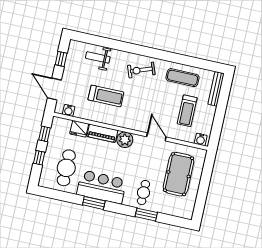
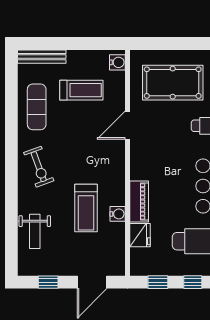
treadmill: (106, 96) -> (86, 208), turned 180
water cooler: (69, 110) -> (118, 214), moved
plant: (125, 140) -> (141, 168), removed

